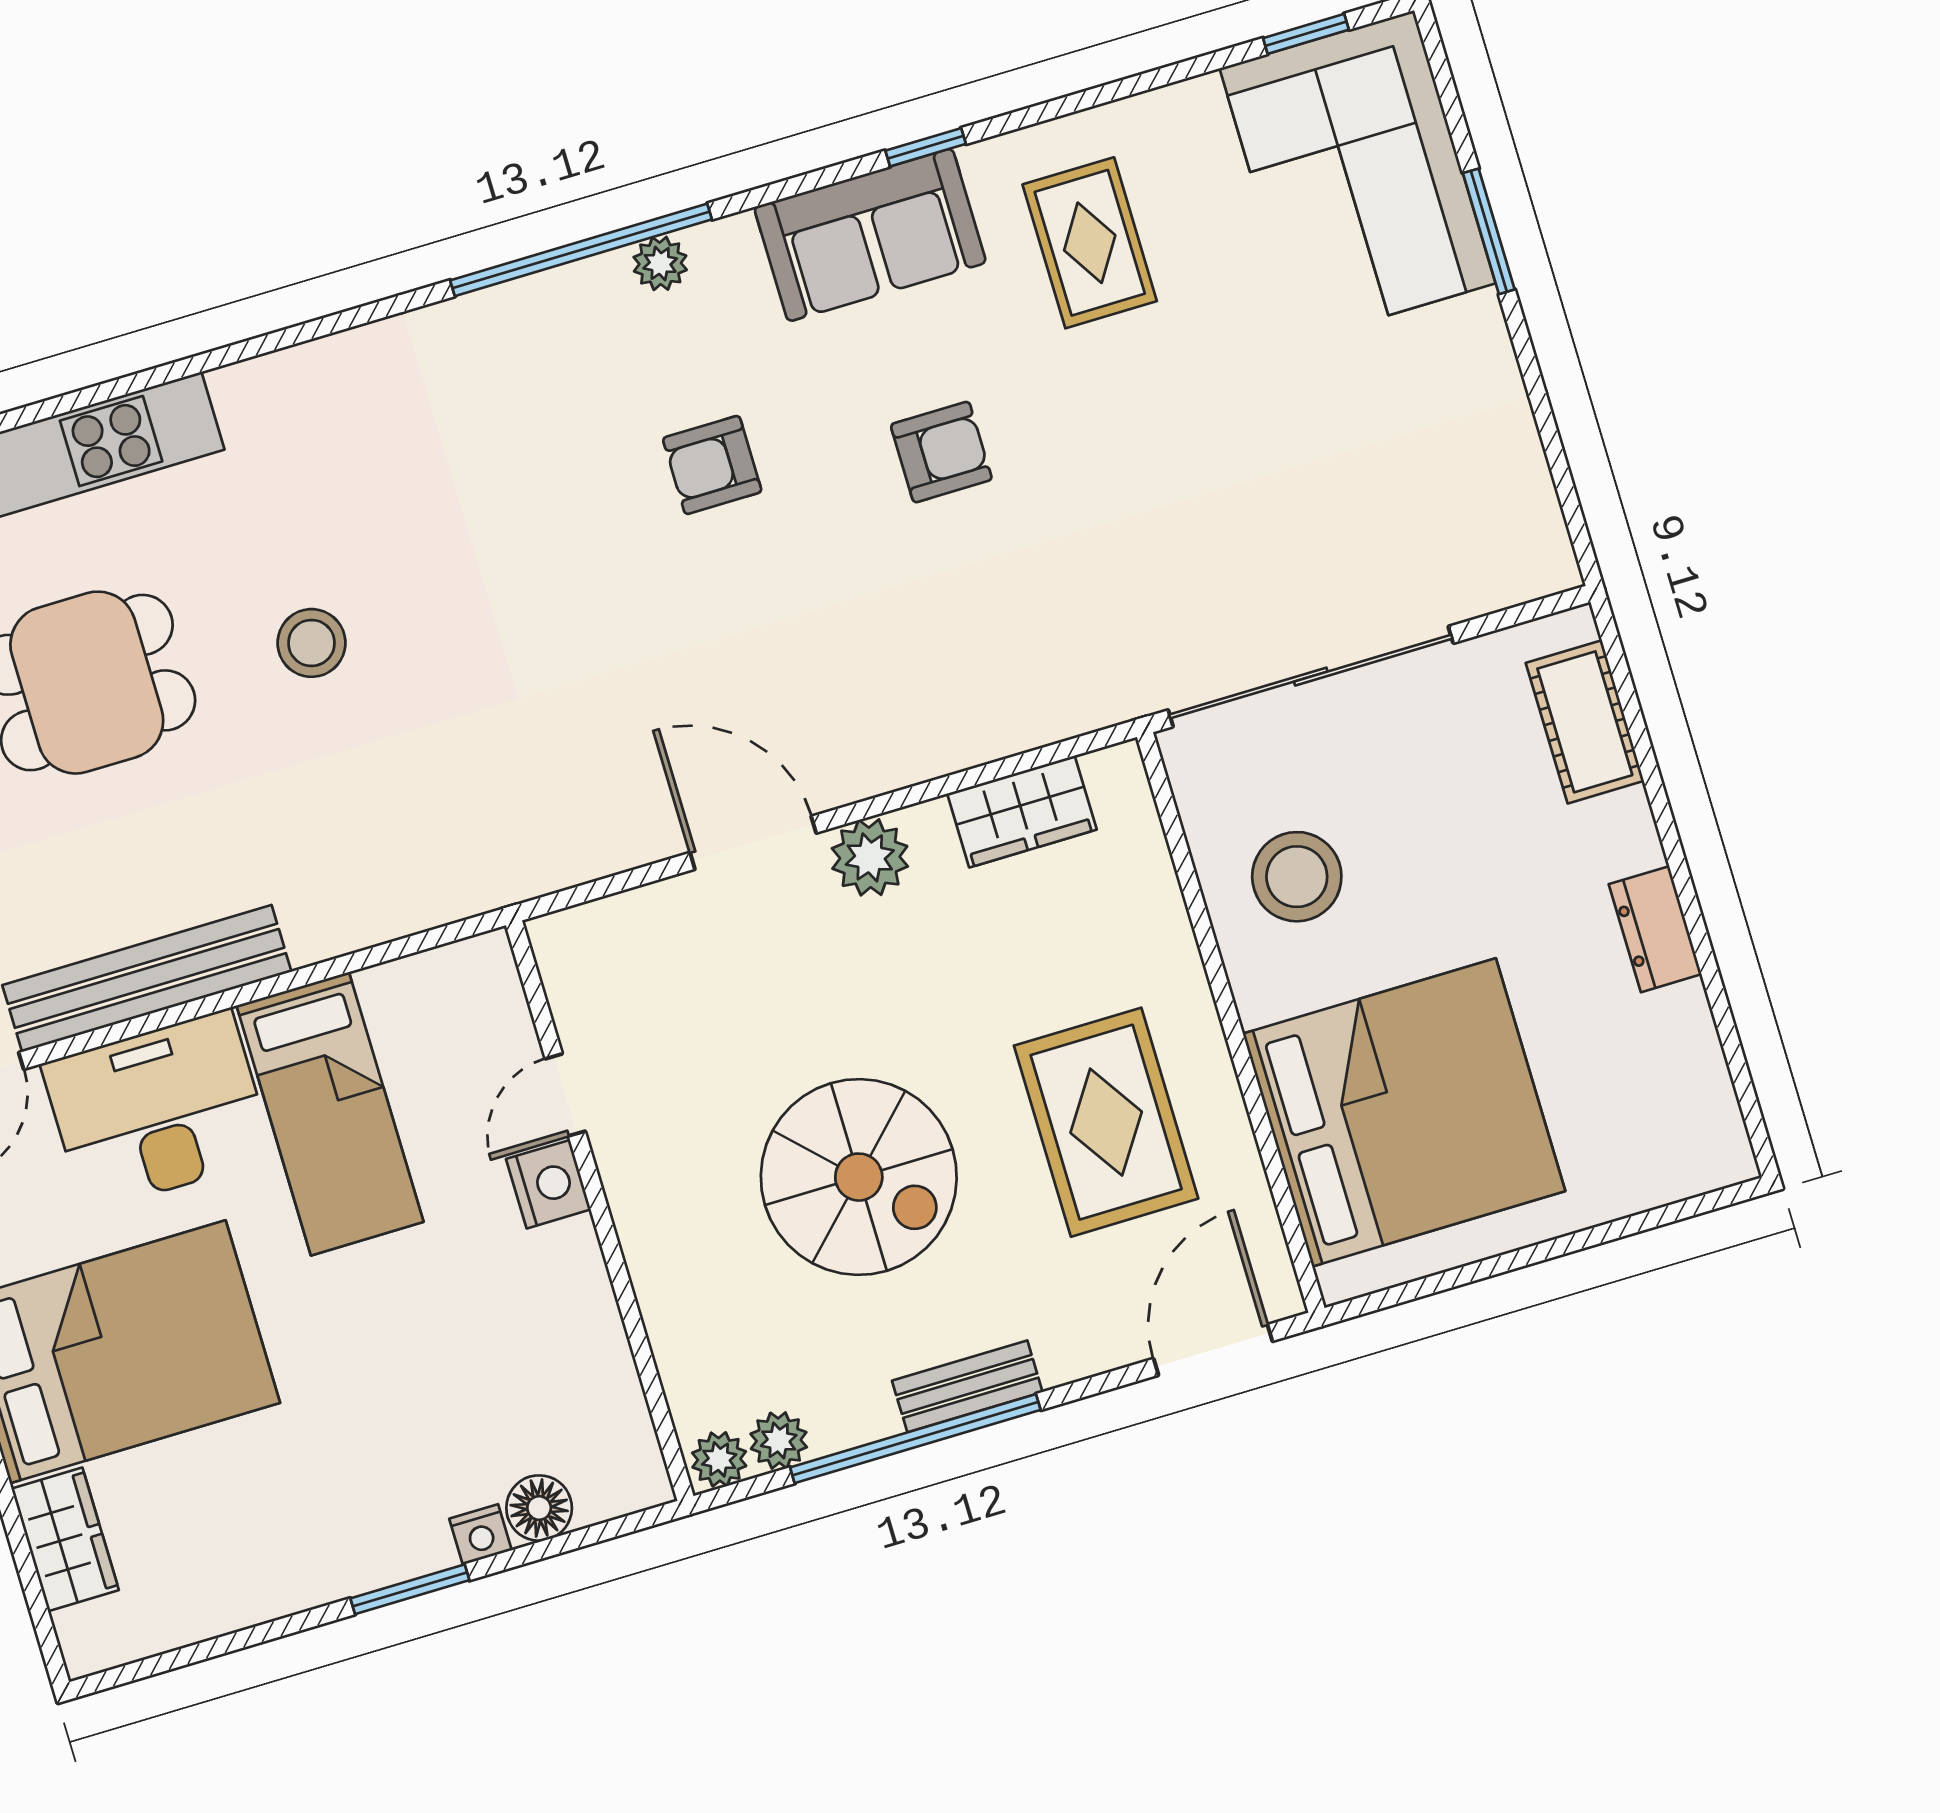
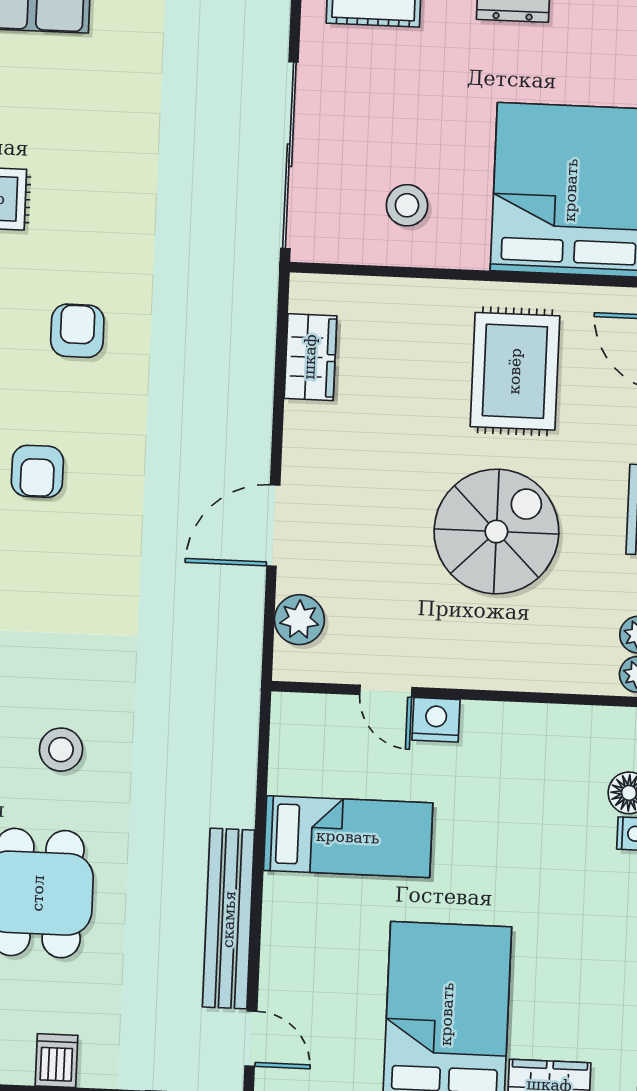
plant: (870, 857) -> (299, 620), moved
stool: (1297, 877) -> (407, 205), width x0.73, depth x0.73
desk: (158, 1111) -> (311, 940), removed
rug: (1106, 1122) -> (515, 371), turned 90

